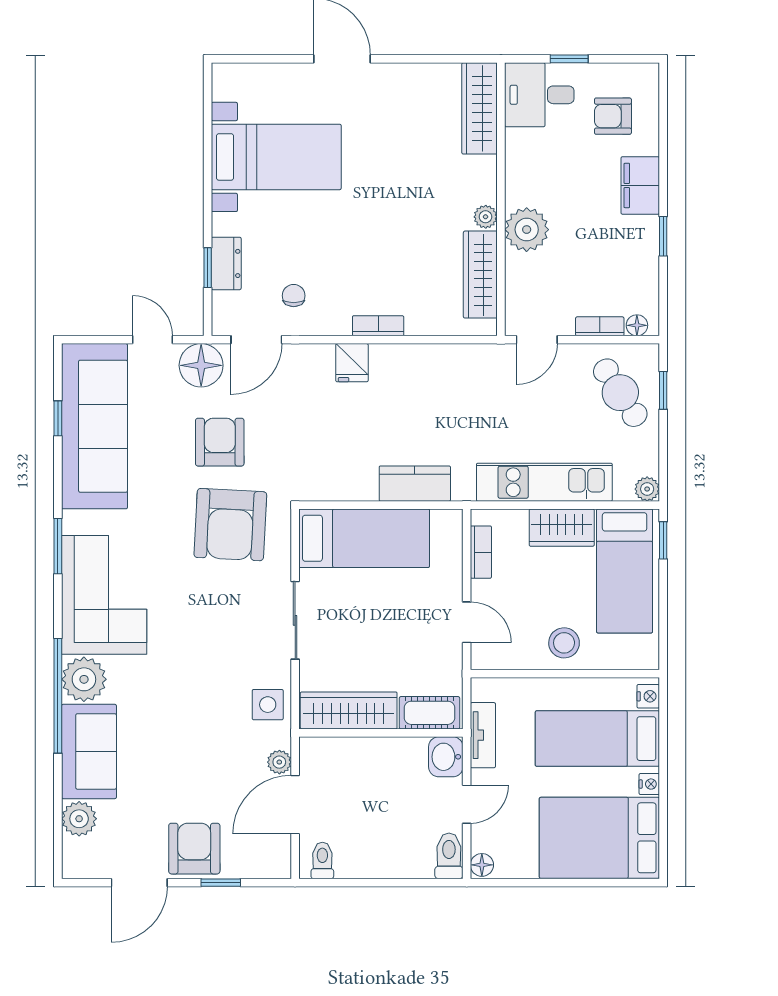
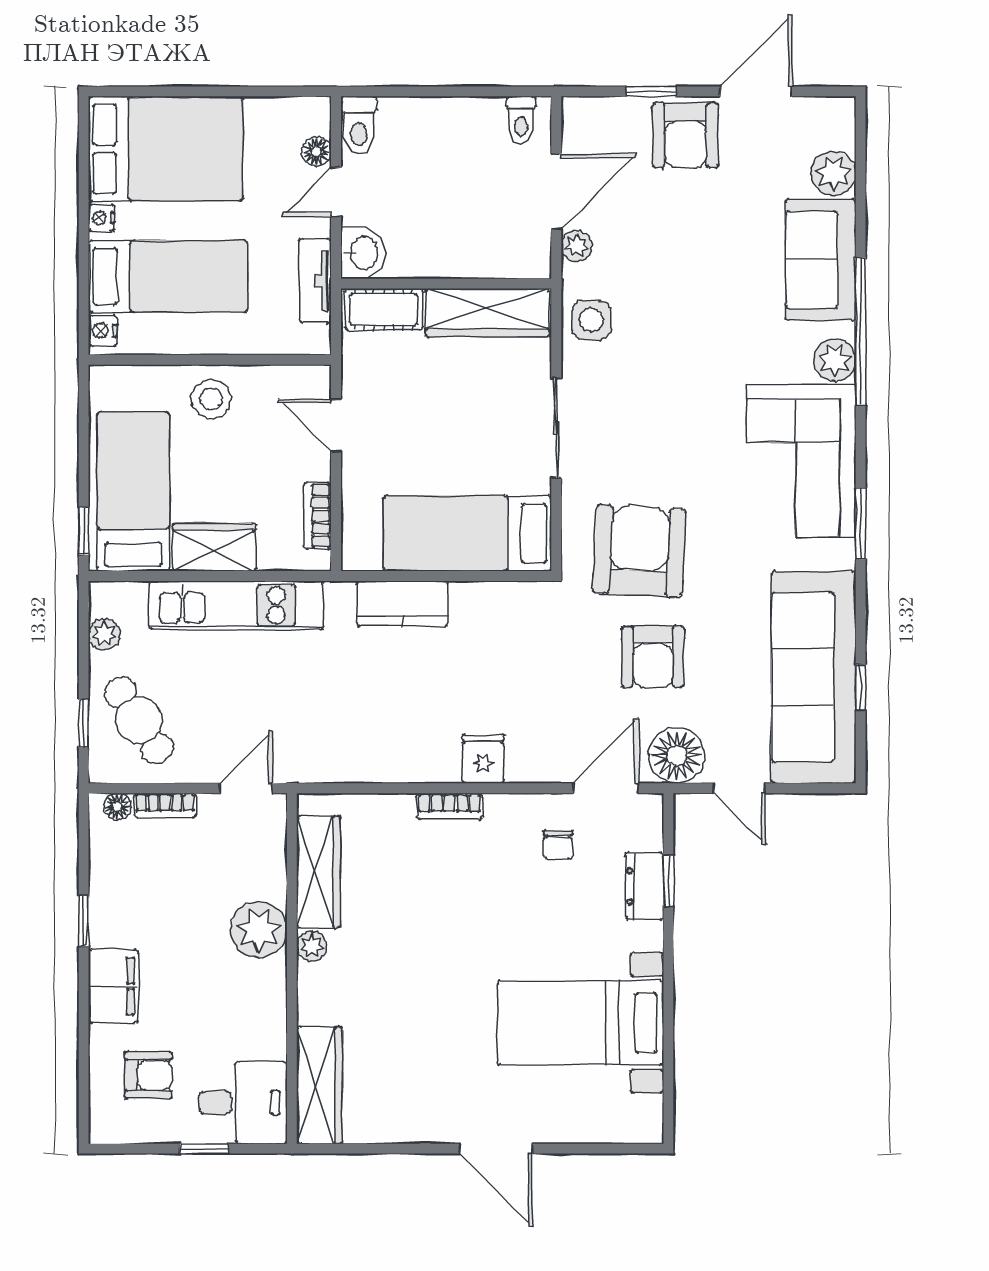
plant: (647, 489) -> (104, 634), moved
plant: (84, 679) -> (835, 360), width x0.73, depth x0.73
floor lamp: (482, 865) -> (316, 151), moved

